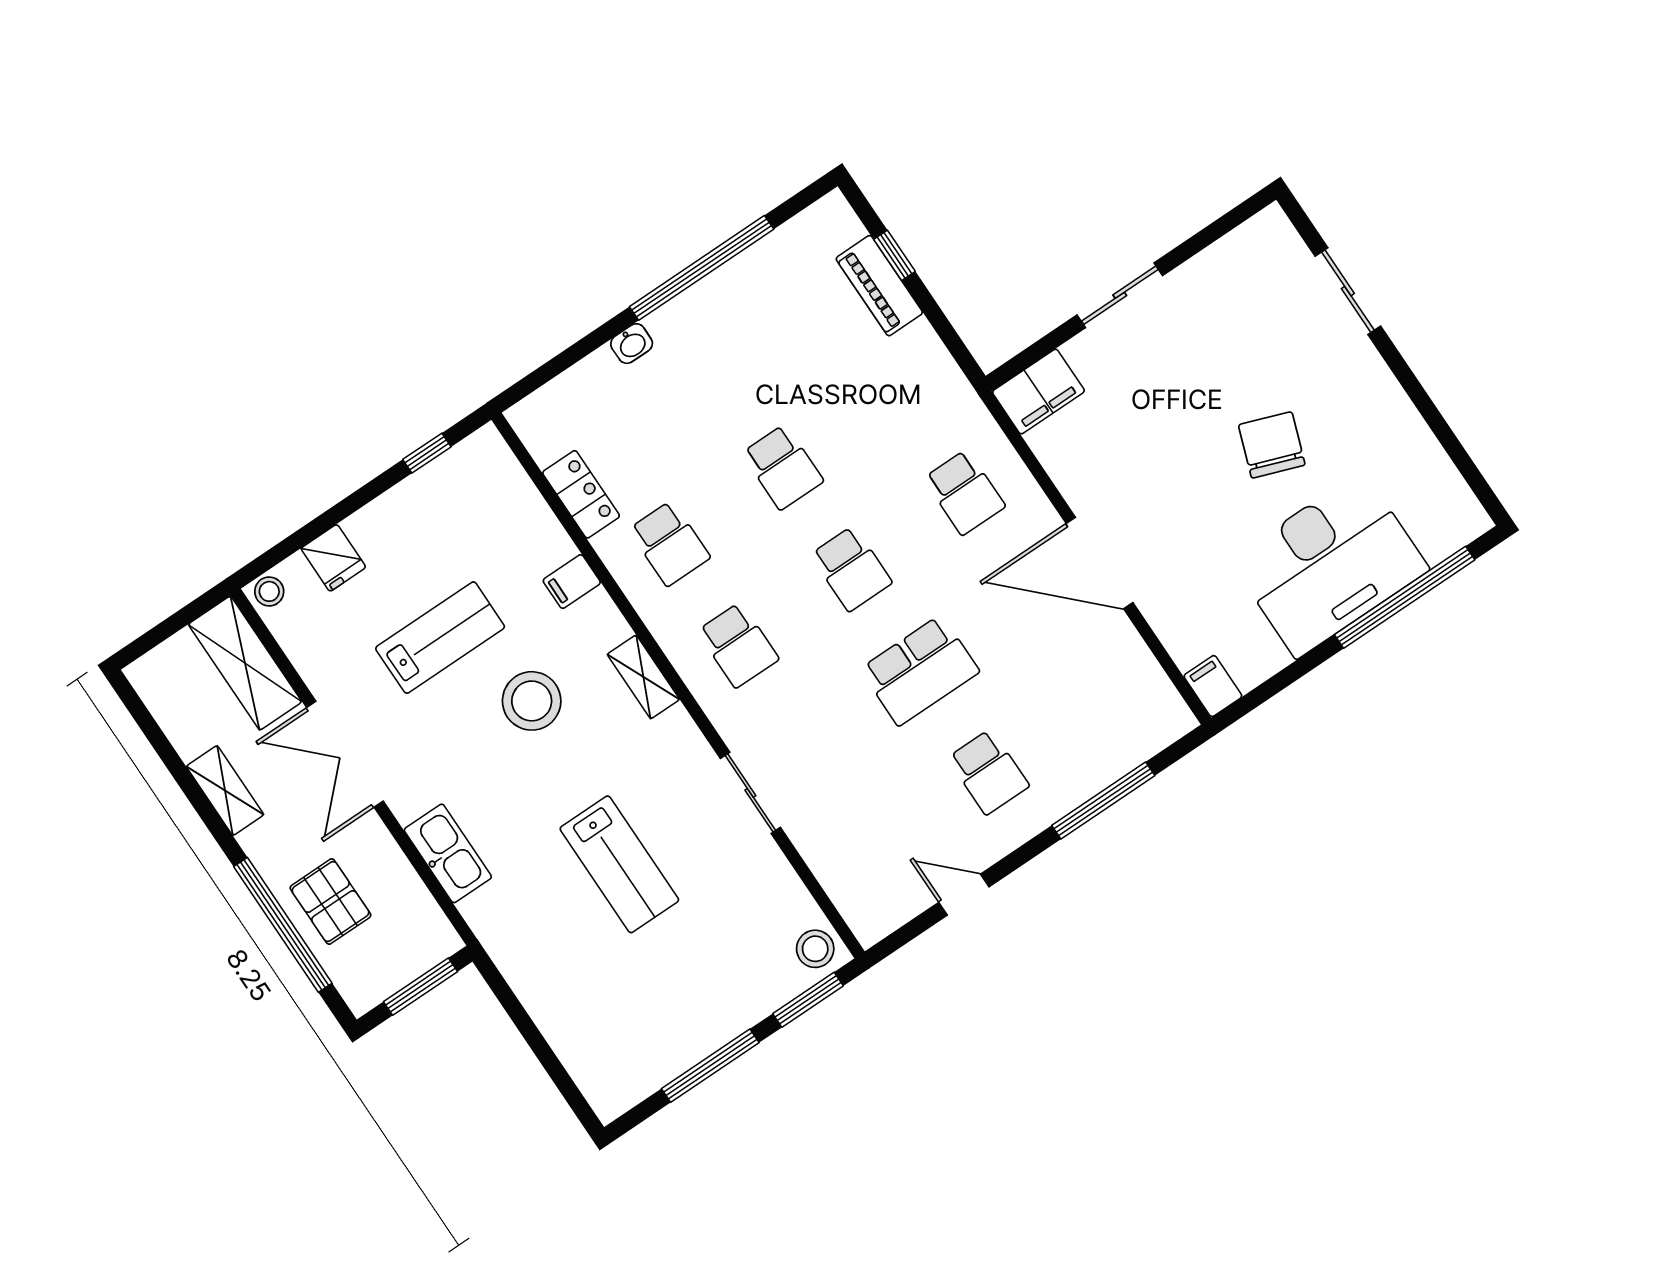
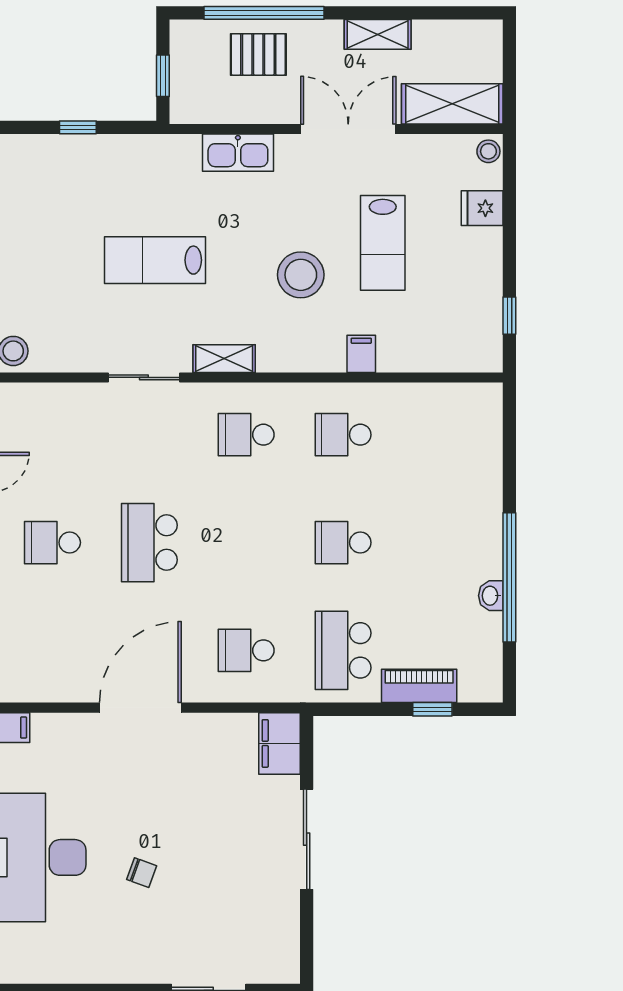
sliding door: (1120, 295) -> (307, 839), width x1.37
washbasin: (632, 344) -> (491, 596), moved
chair: (1272, 445) -> (142, 873), width x0.54, depth x0.54
locker: (581, 494) -> (414, 398), removed
school desk: (851, 569) -> (343, 650), moved, width x1.85
shelving: (643, 677) -> (224, 359), moved
window: (420, 987) -> (163, 76), width x0.67
window: (535, 1039) -> (78, 127), added

